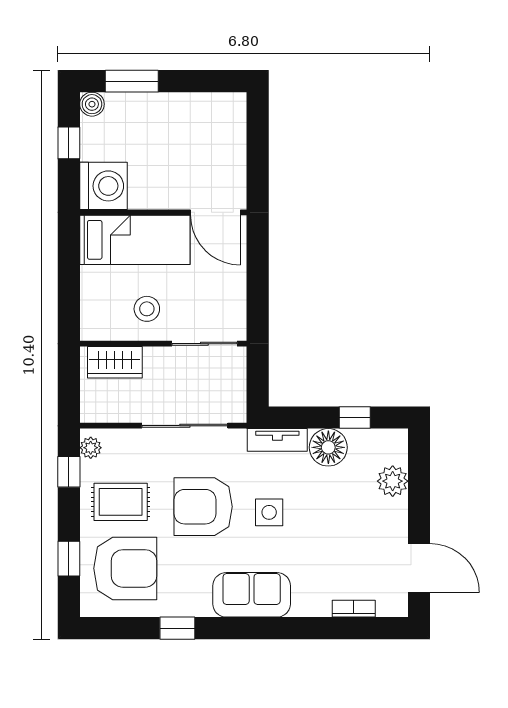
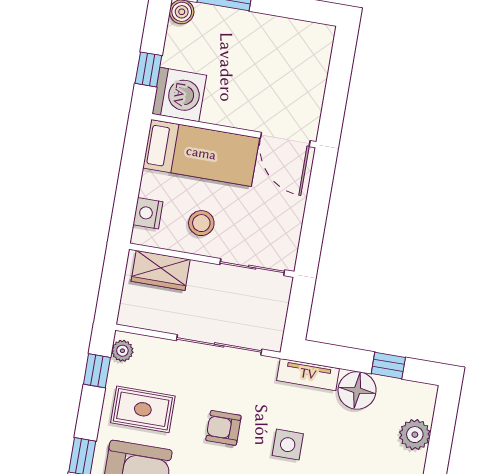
window: (69, 143) -> (148, 69), moved
nightstand: (93, 308) -> (148, 213), added
armchair: (203, 507) -> (223, 428), width x0.53, depth x0.53

